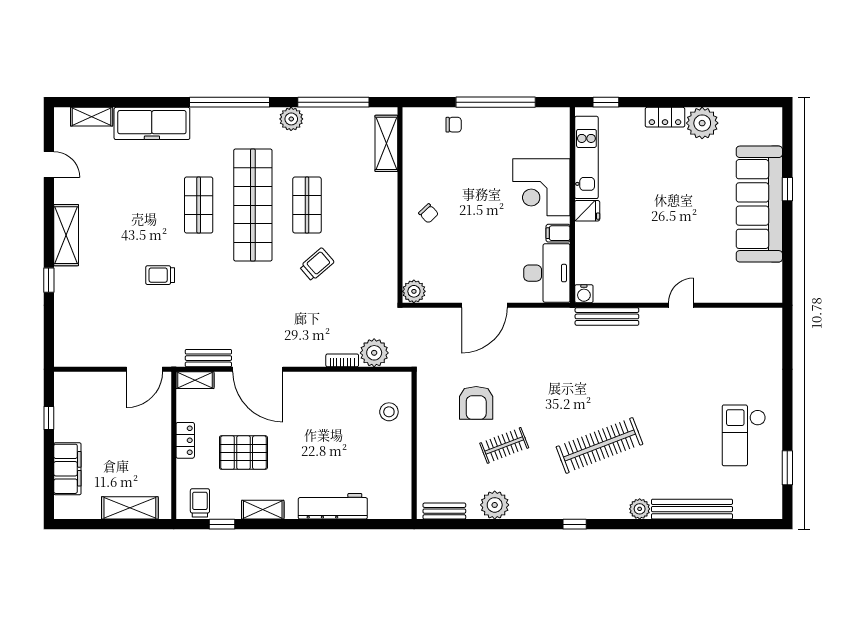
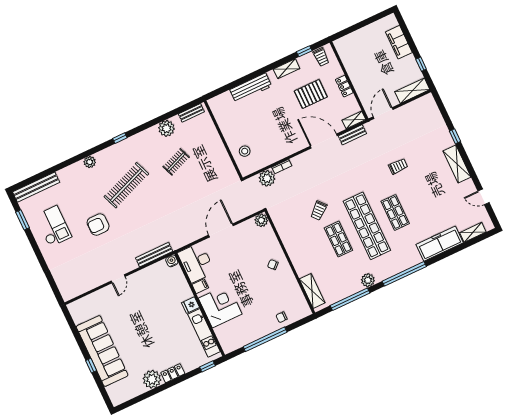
armchair: (476, 403) -> (98, 225), moved, turned -90
shelving: (130, 508) -> (412, 91), moved
bench: (692, 509) -> (36, 187), moved

